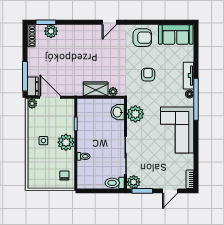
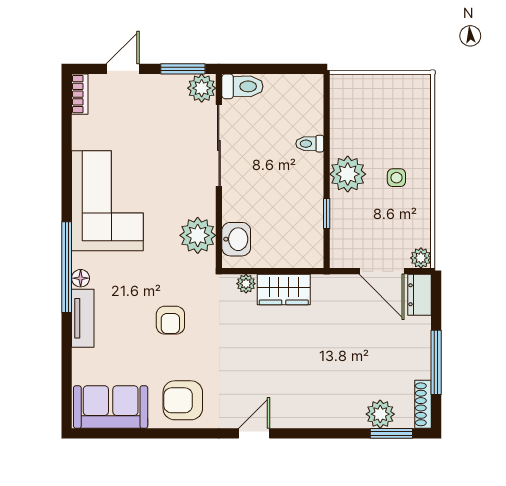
window: (25, 76) -> (436, 362), moved
chair: (64, 176) -> (351, 102), removed

